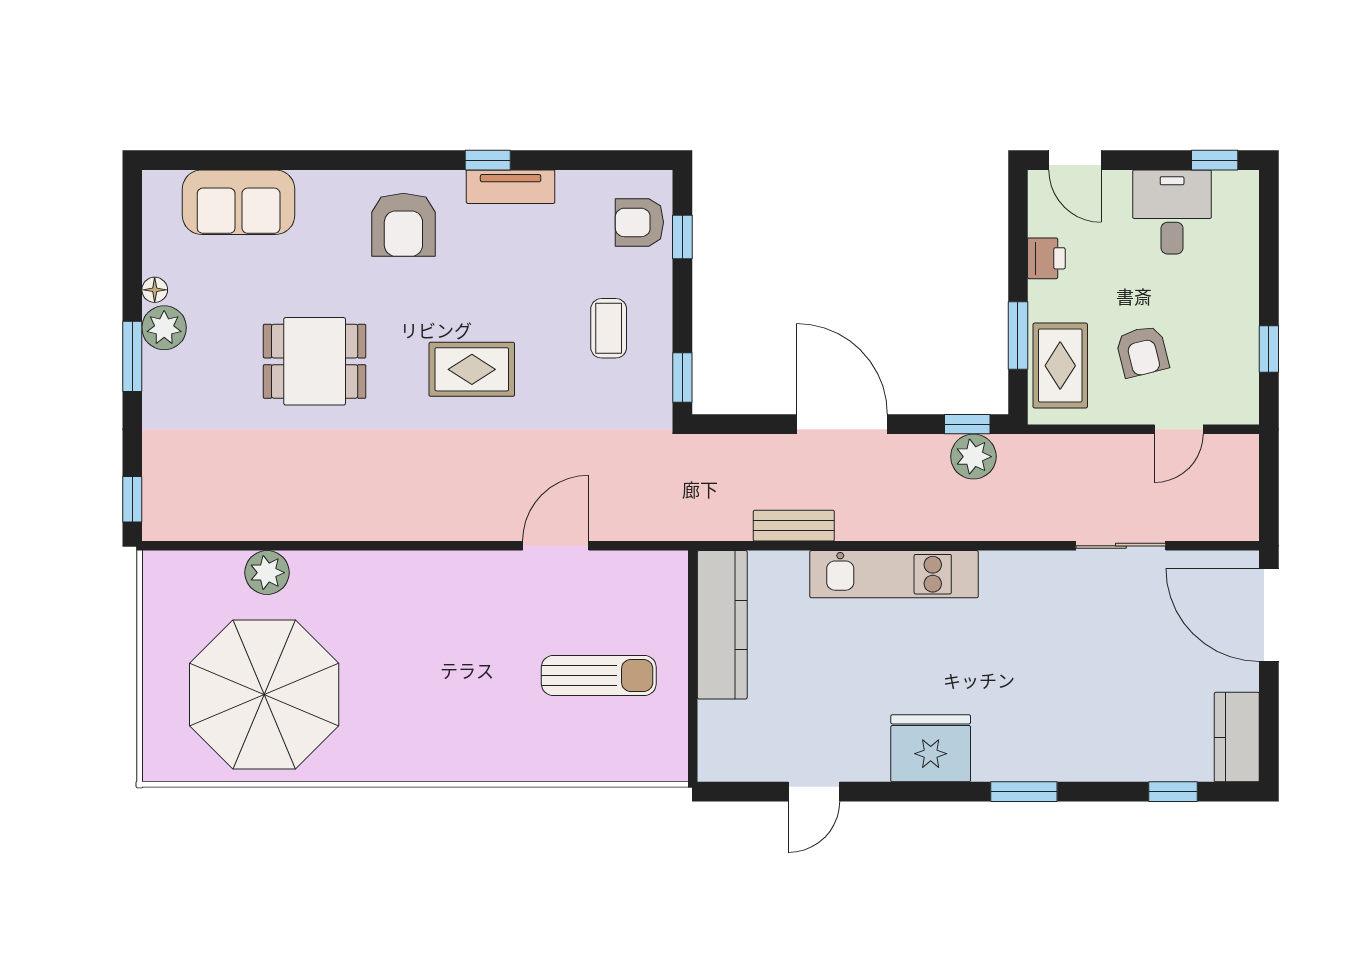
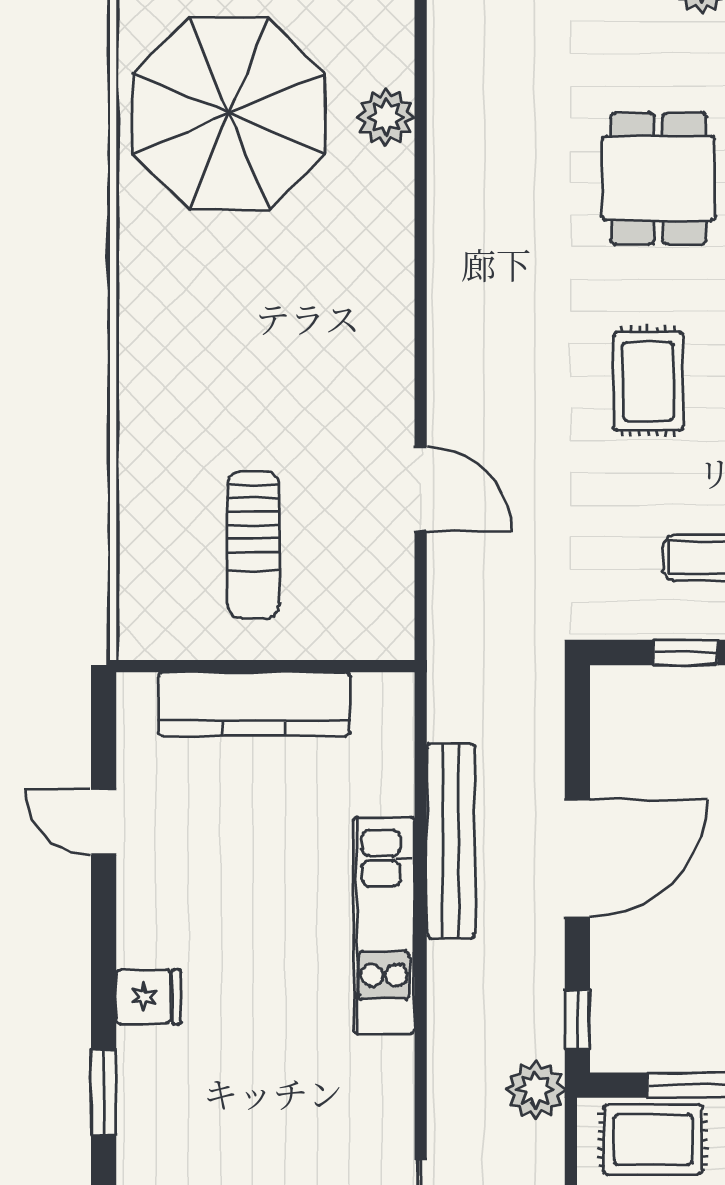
window: (682, 378) -> (686, 653), moved
plant: (973, 457) -> (536, 1090), moved
bench: (794, 526) -> (451, 841), width x1.86, depth x1.21
kitchen counter: (722, 625) -> (254, 704), moved
fridge: (931, 748) -> (149, 997), width x0.53, depth x0.75

